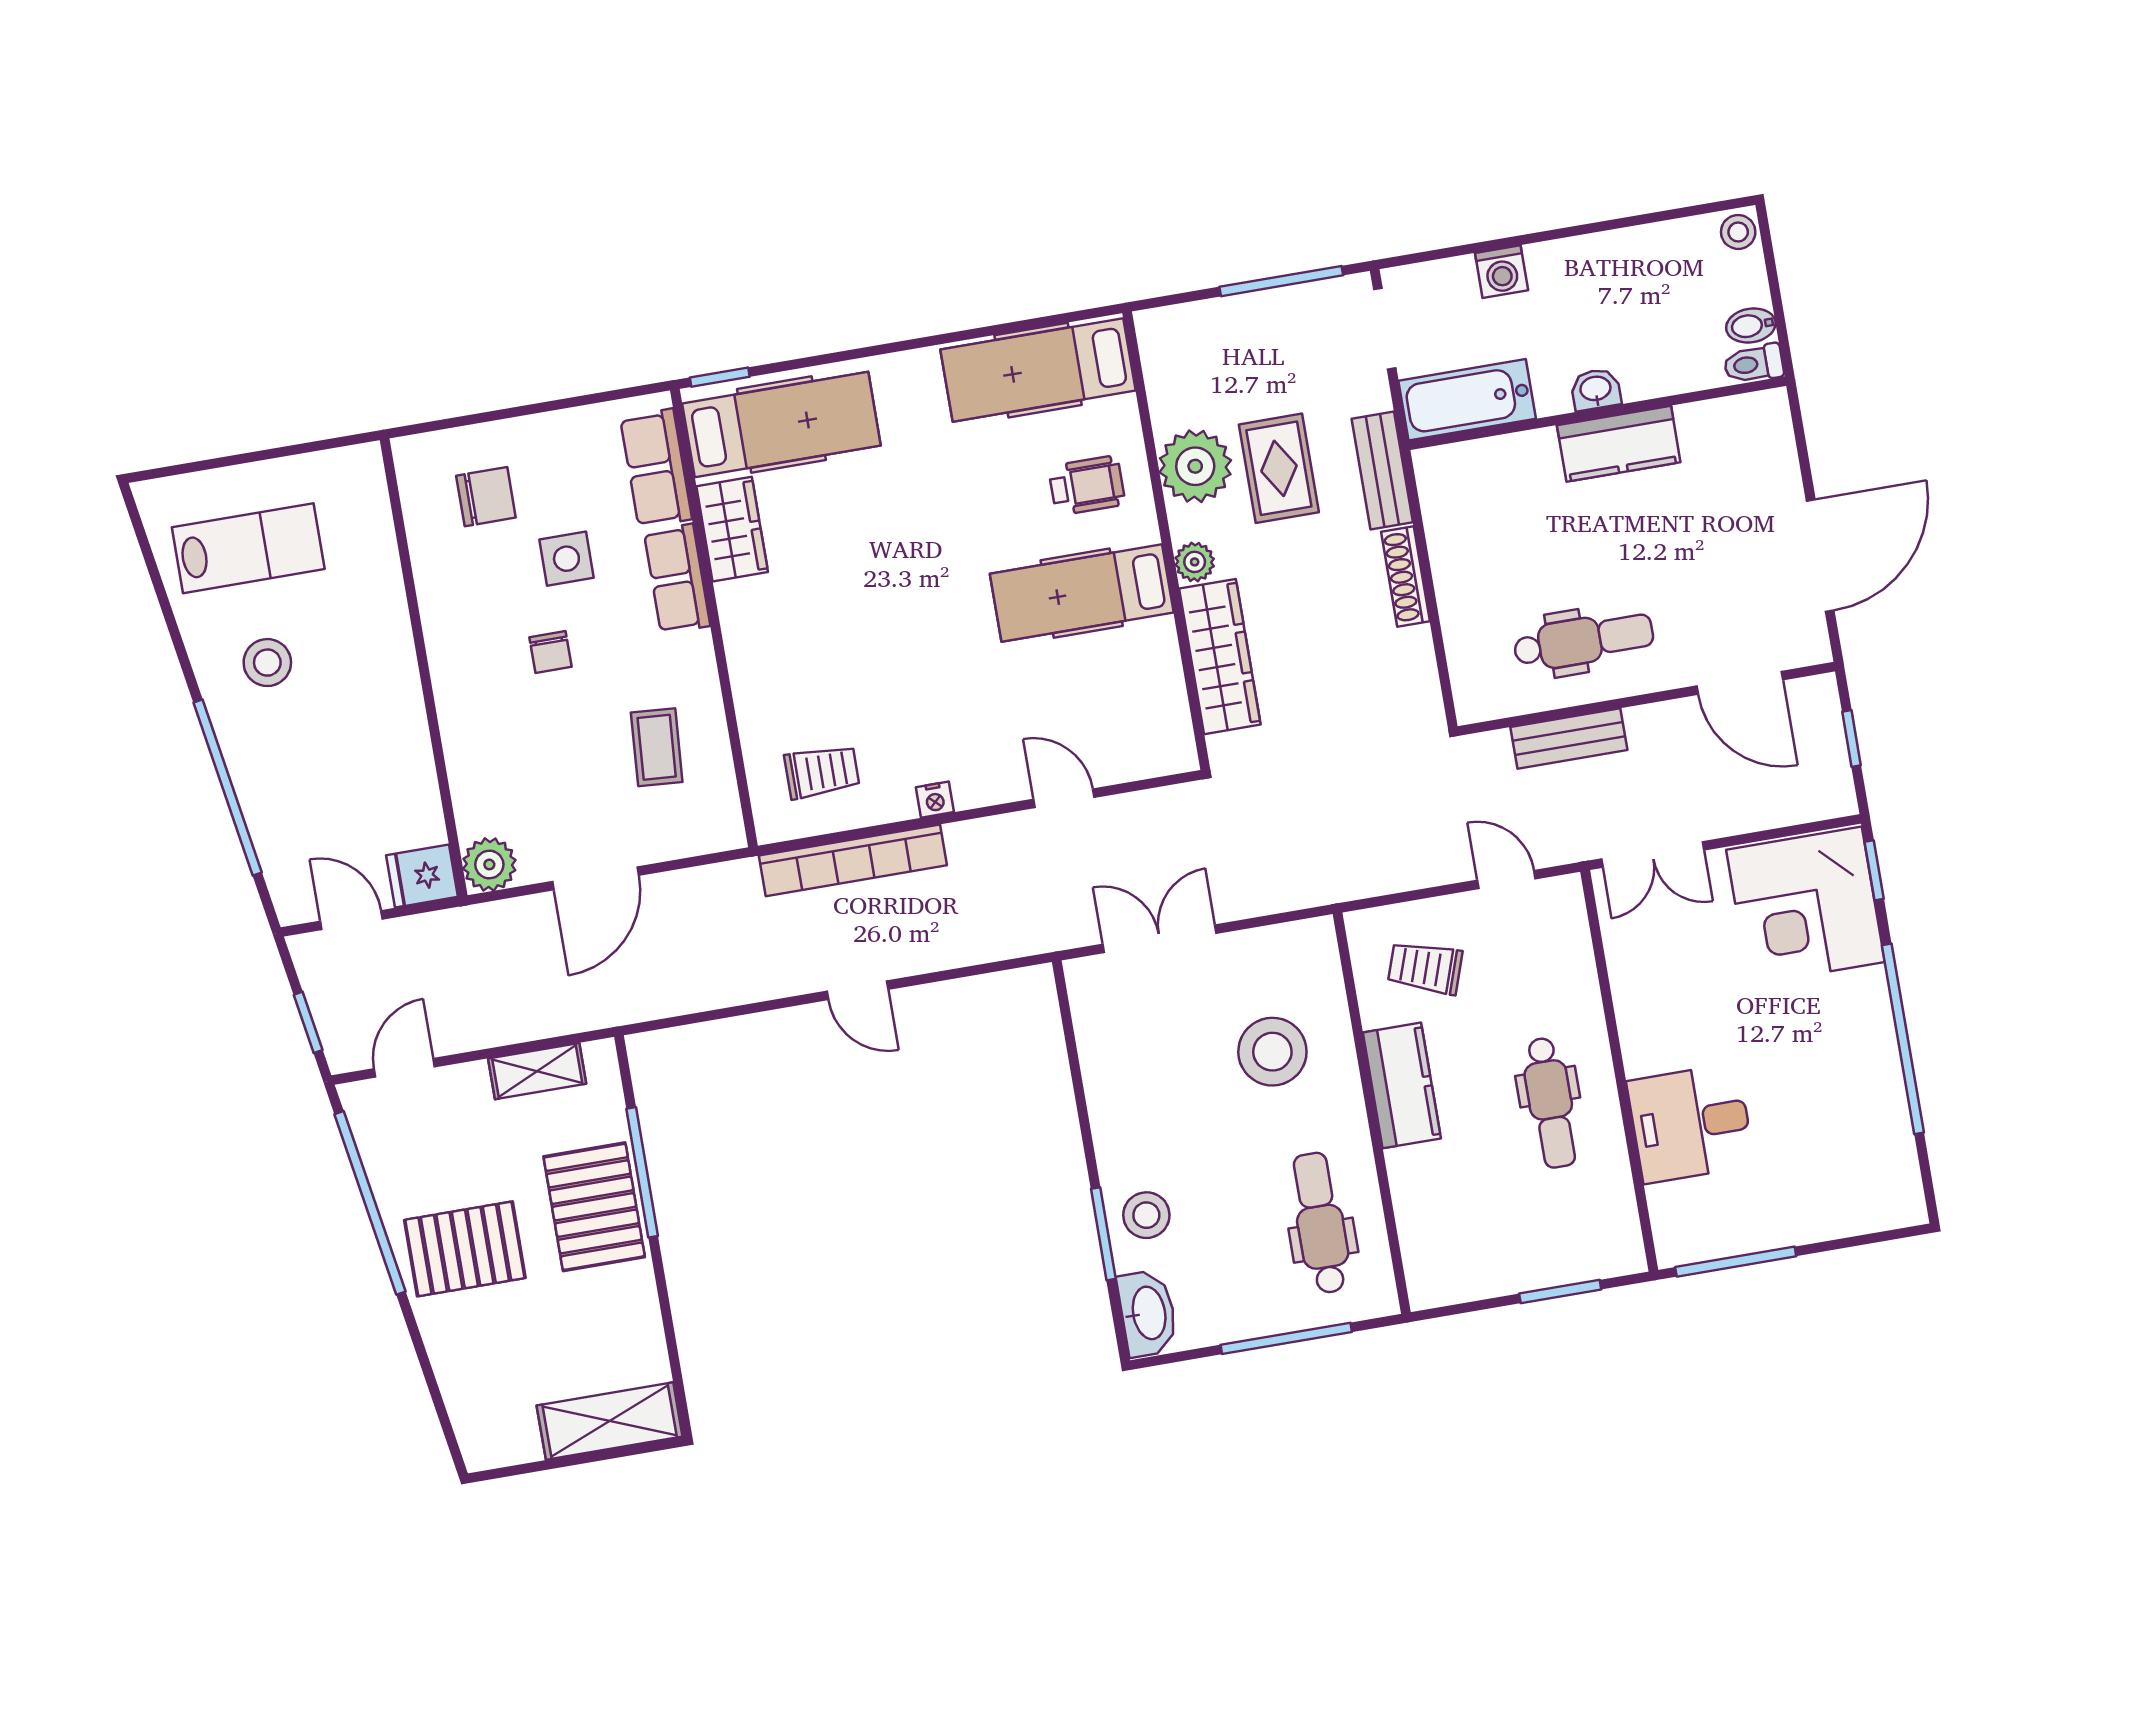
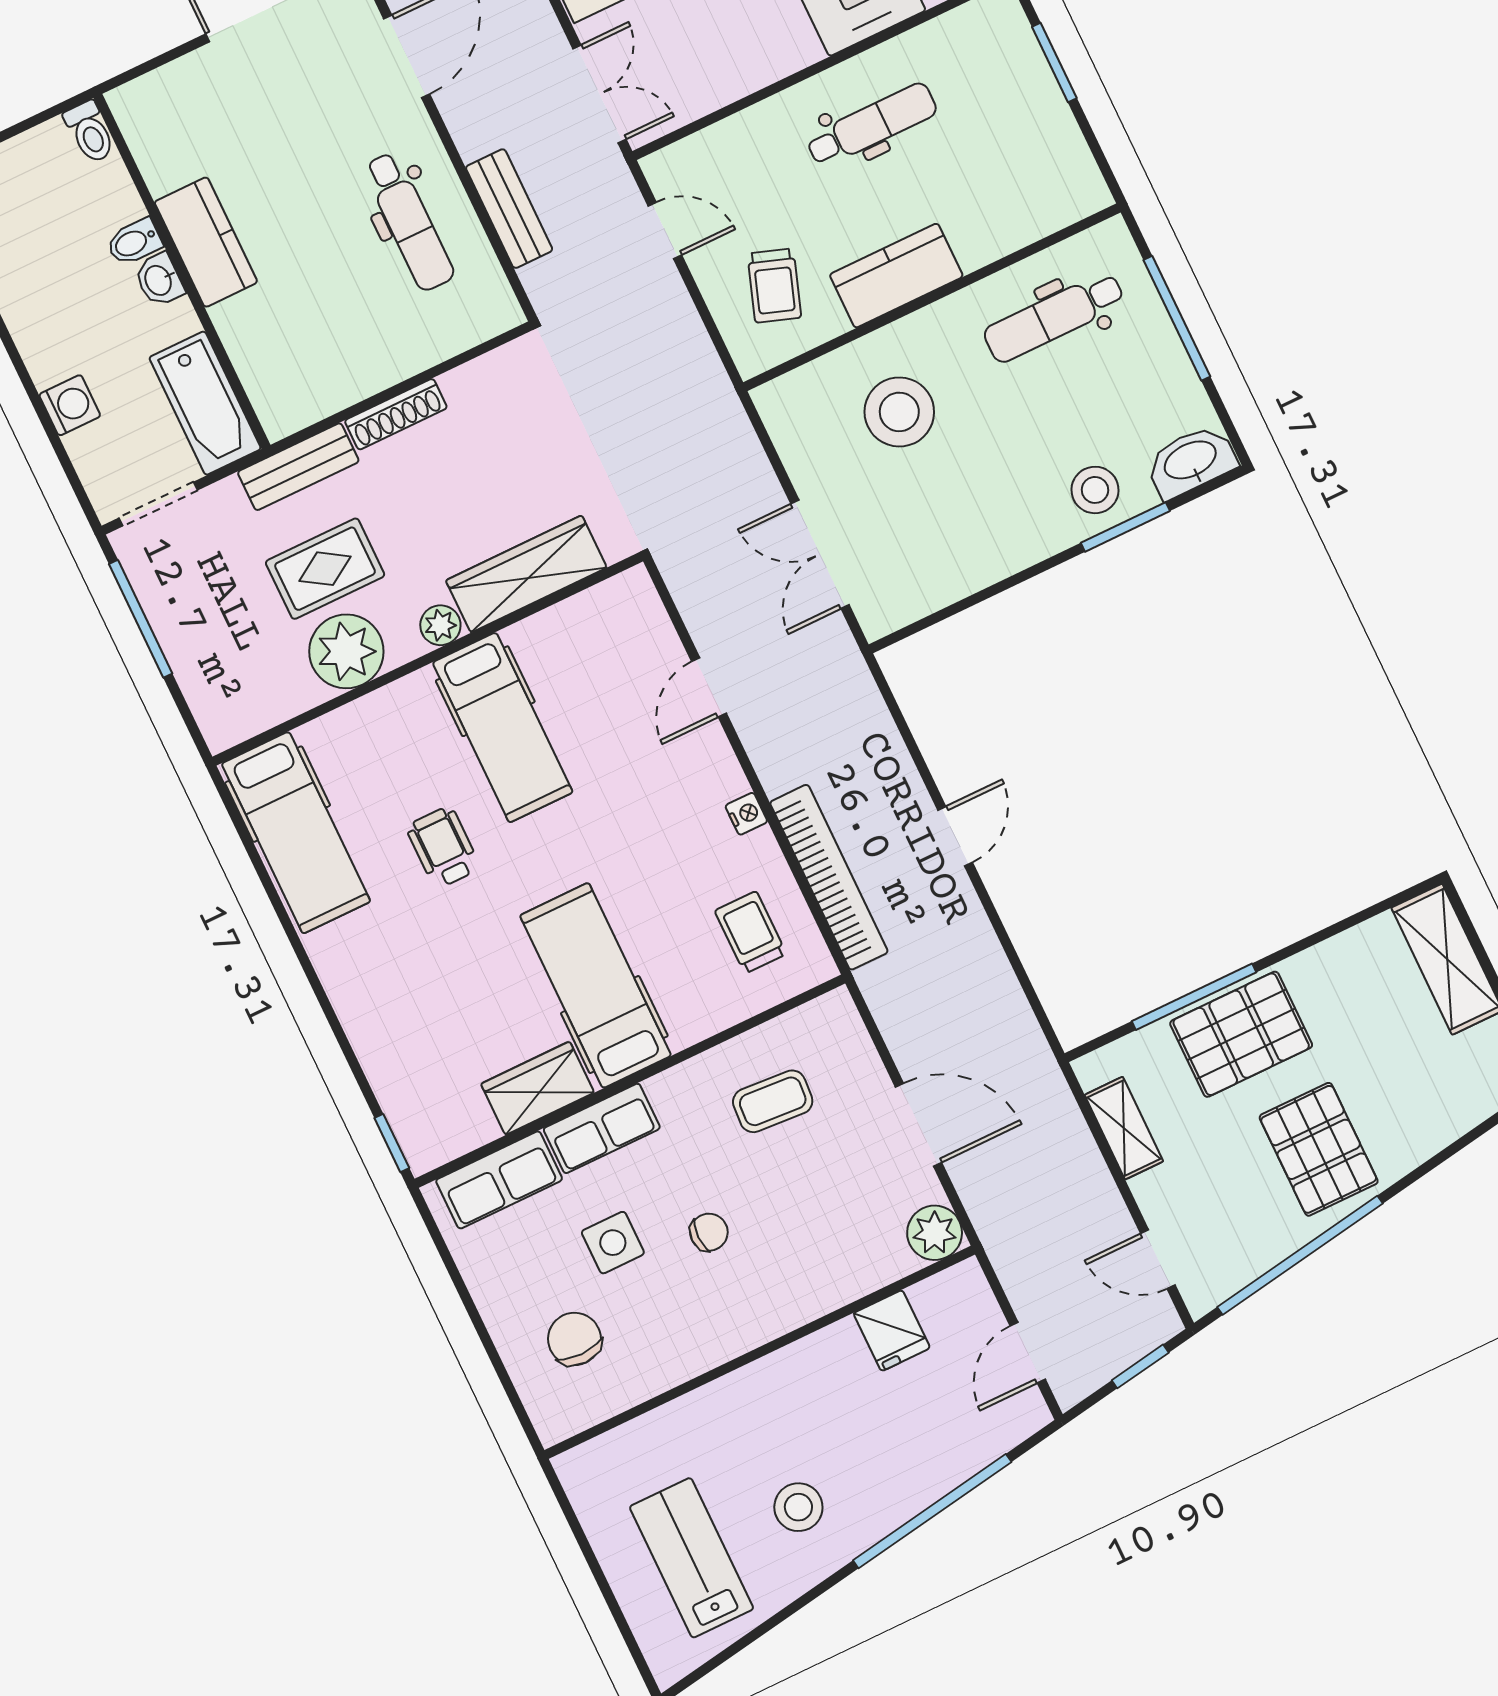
bidet: (1751, 325) -> (134, 242), moved, turned 90
hospital bed: (781, 425) -> (596, 986), moved
wheelchair: (1087, 486) -> (443, 847), moved
dental chair: (1584, 641) -> (409, 222), turned 180
fridge: (422, 876) -> (892, 1331), moved
door: (1506, 879) -> (665, 230), swing flipped

